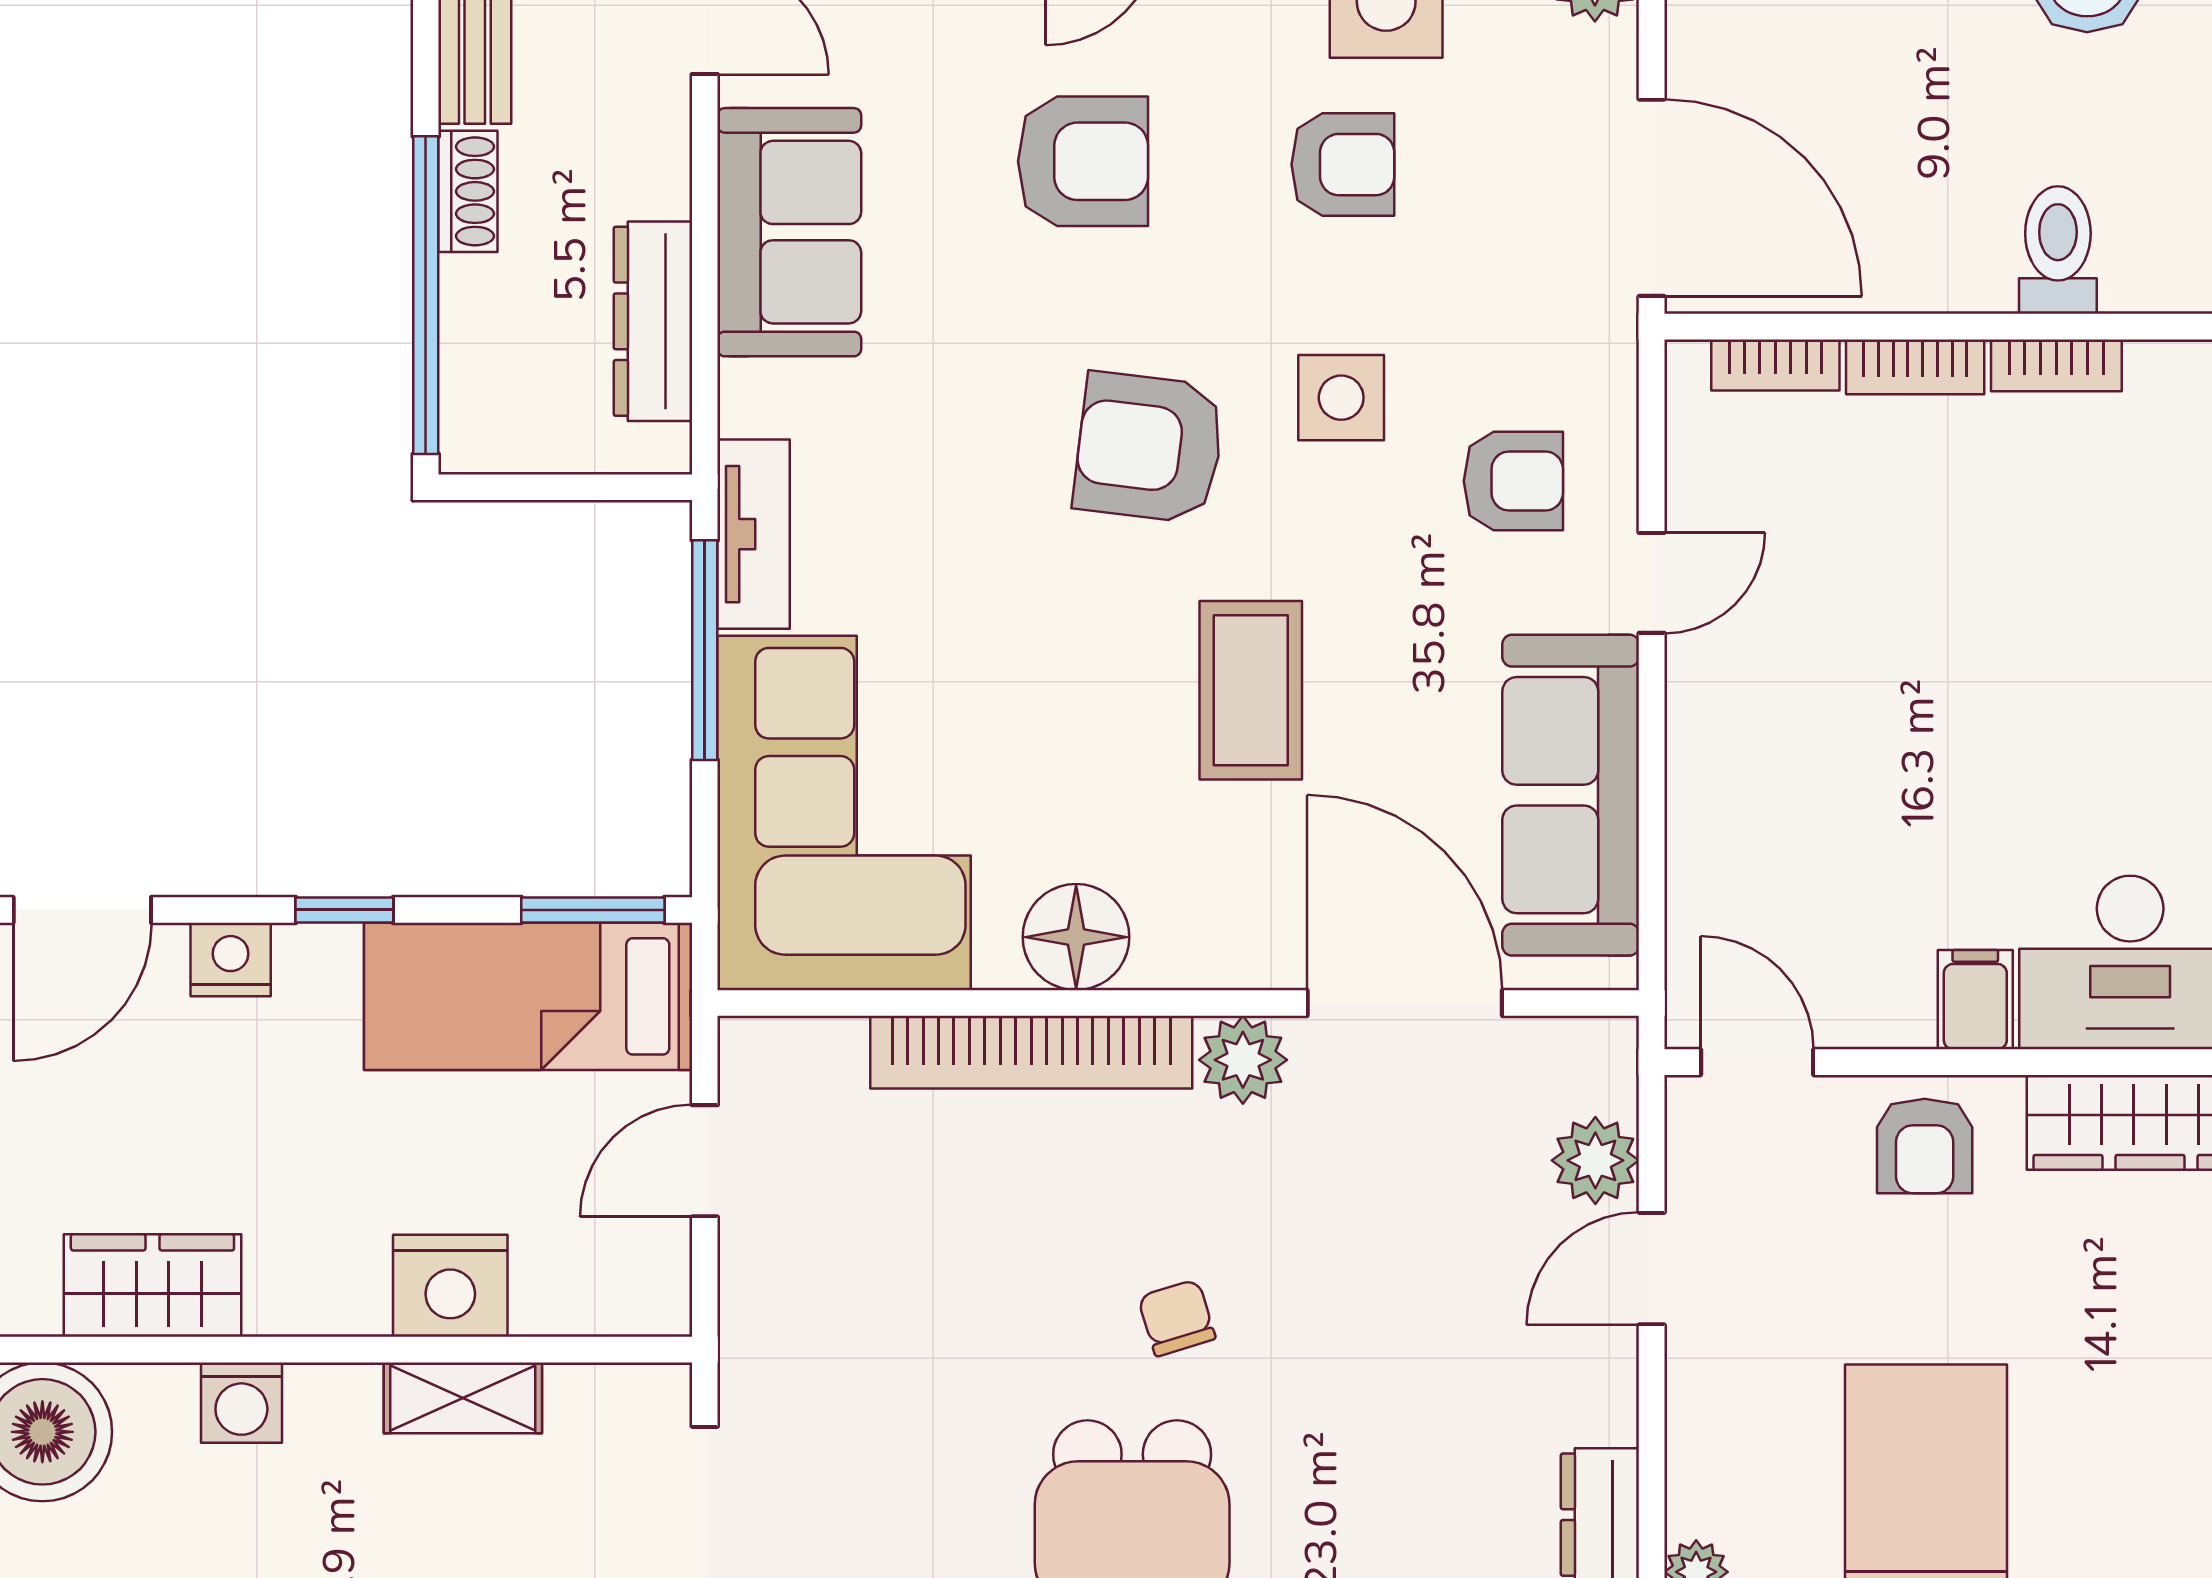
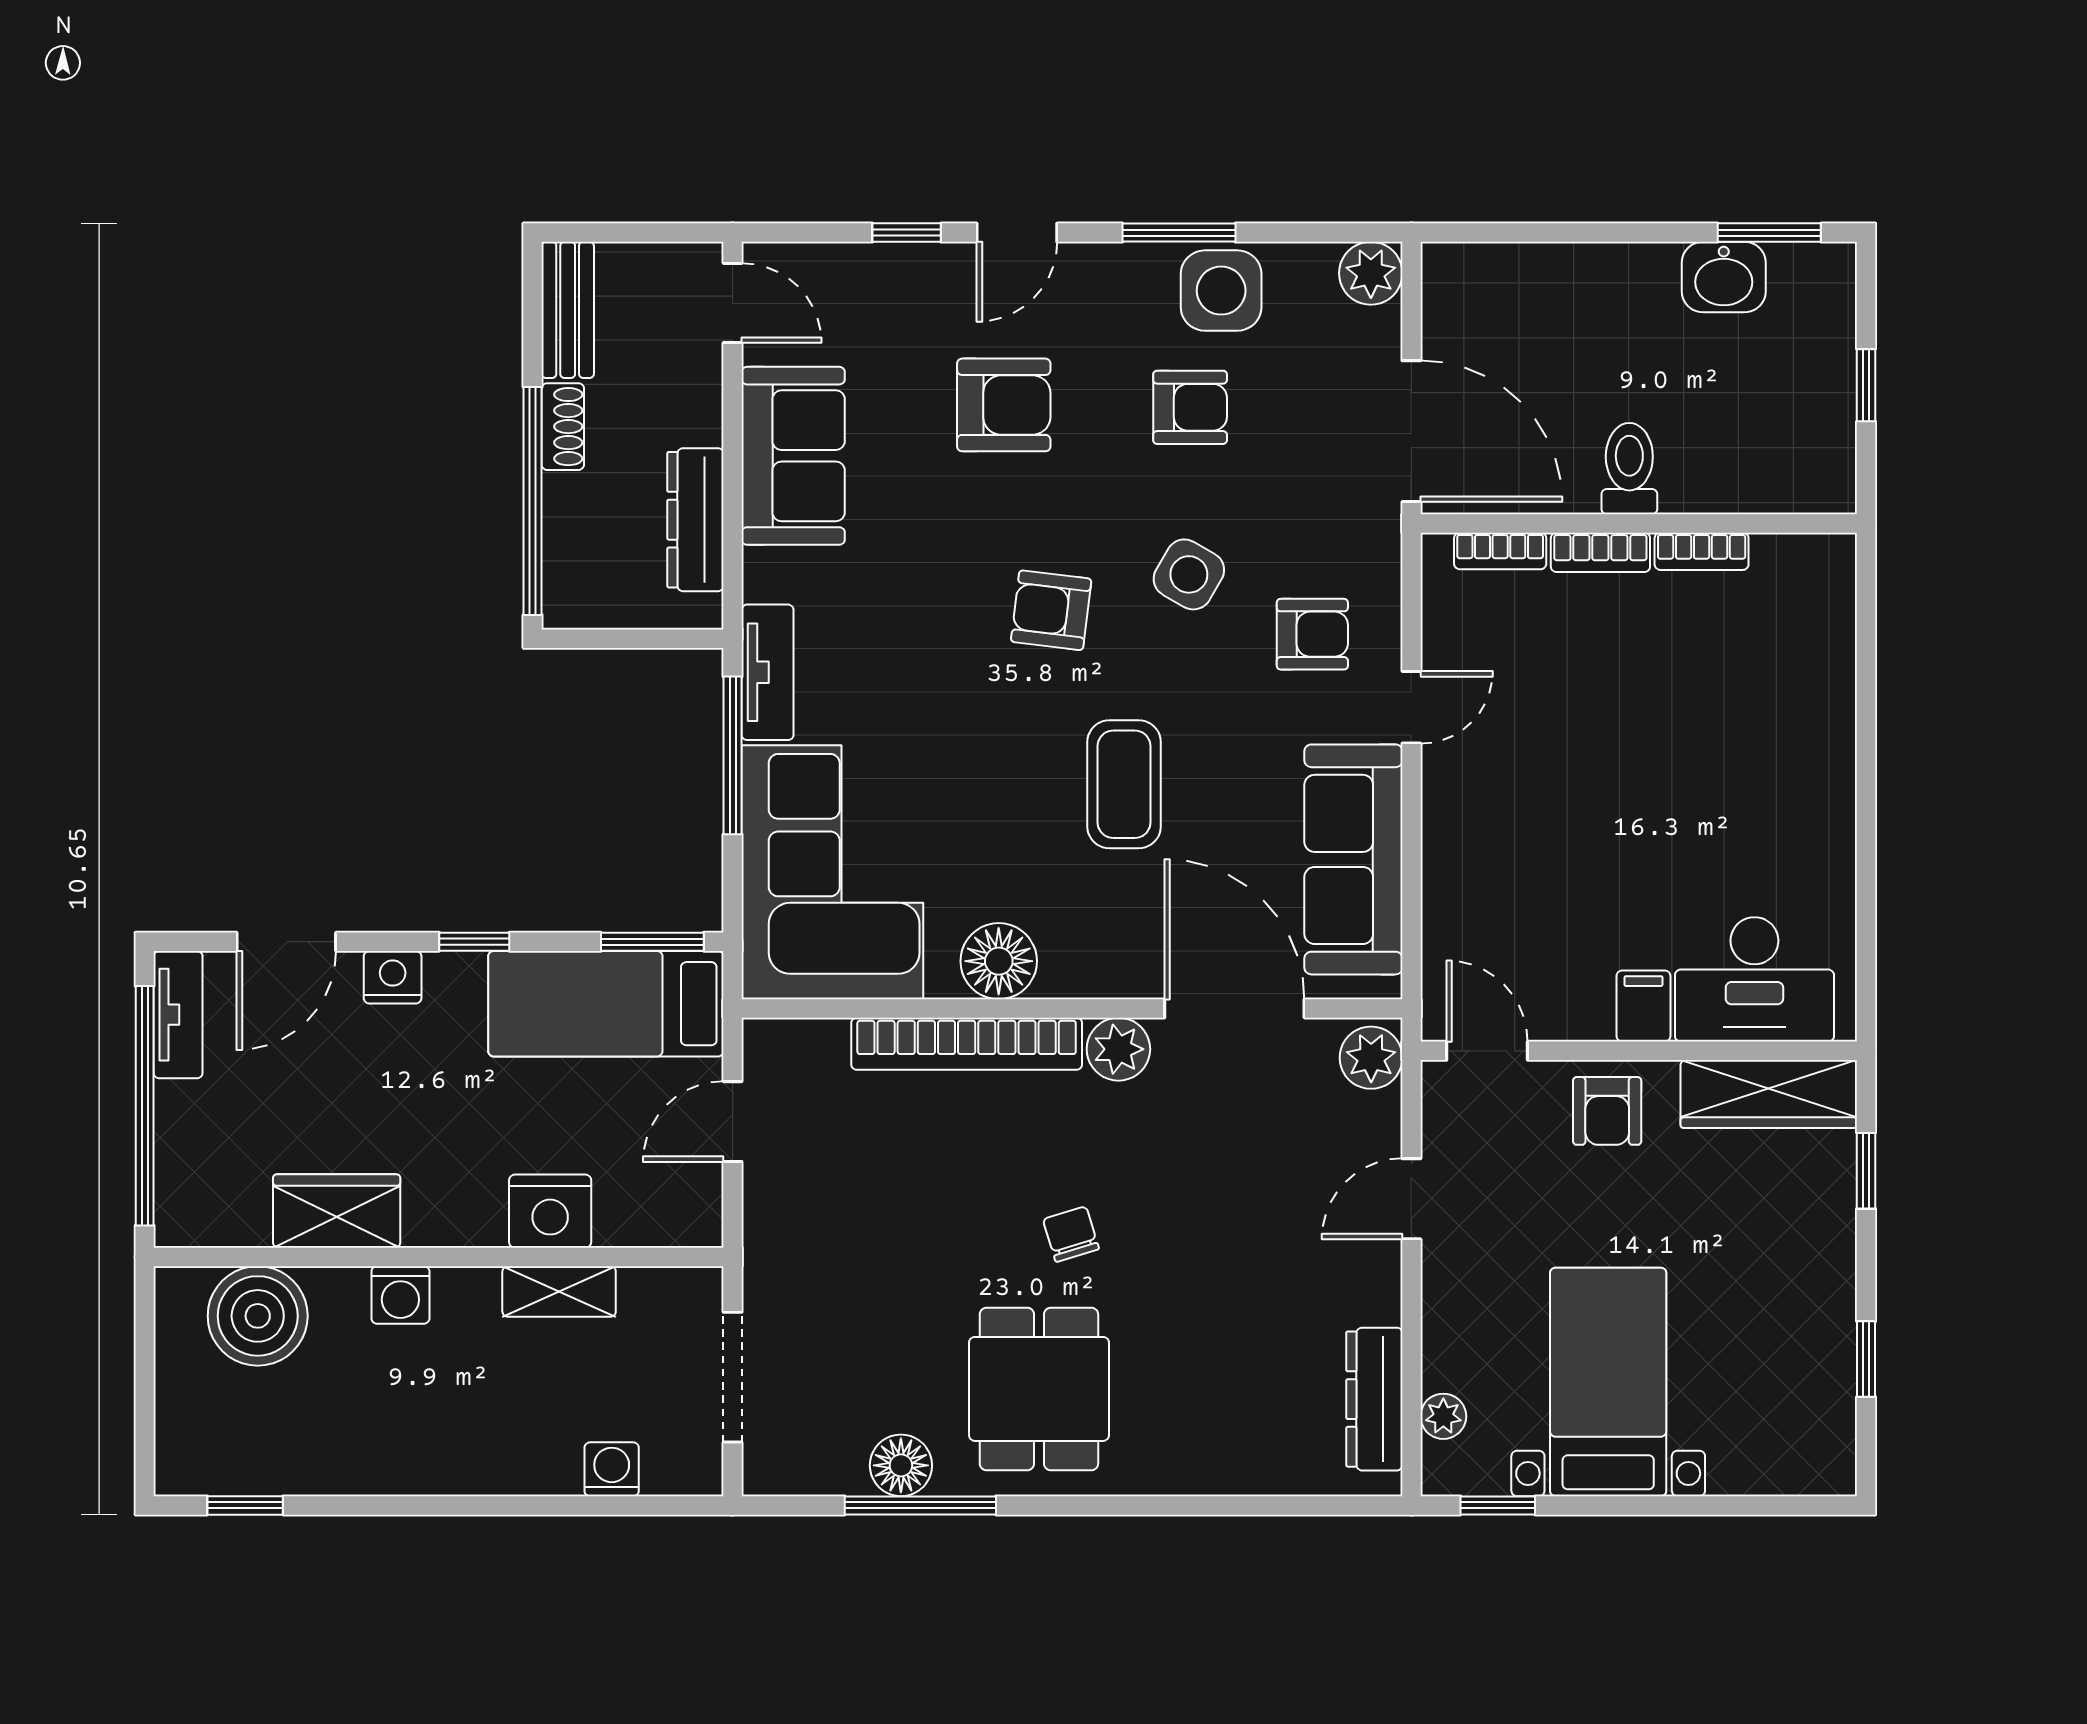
toilet: (2058, 250) -> (1629, 469), moved
side table: (1341, 398) -> (1189, 574), turned 30
armchair: (1149, 448) -> (1051, 610), width x0.72, depth x0.72
plant: (1595, 1160) -> (1371, 1058), moved

